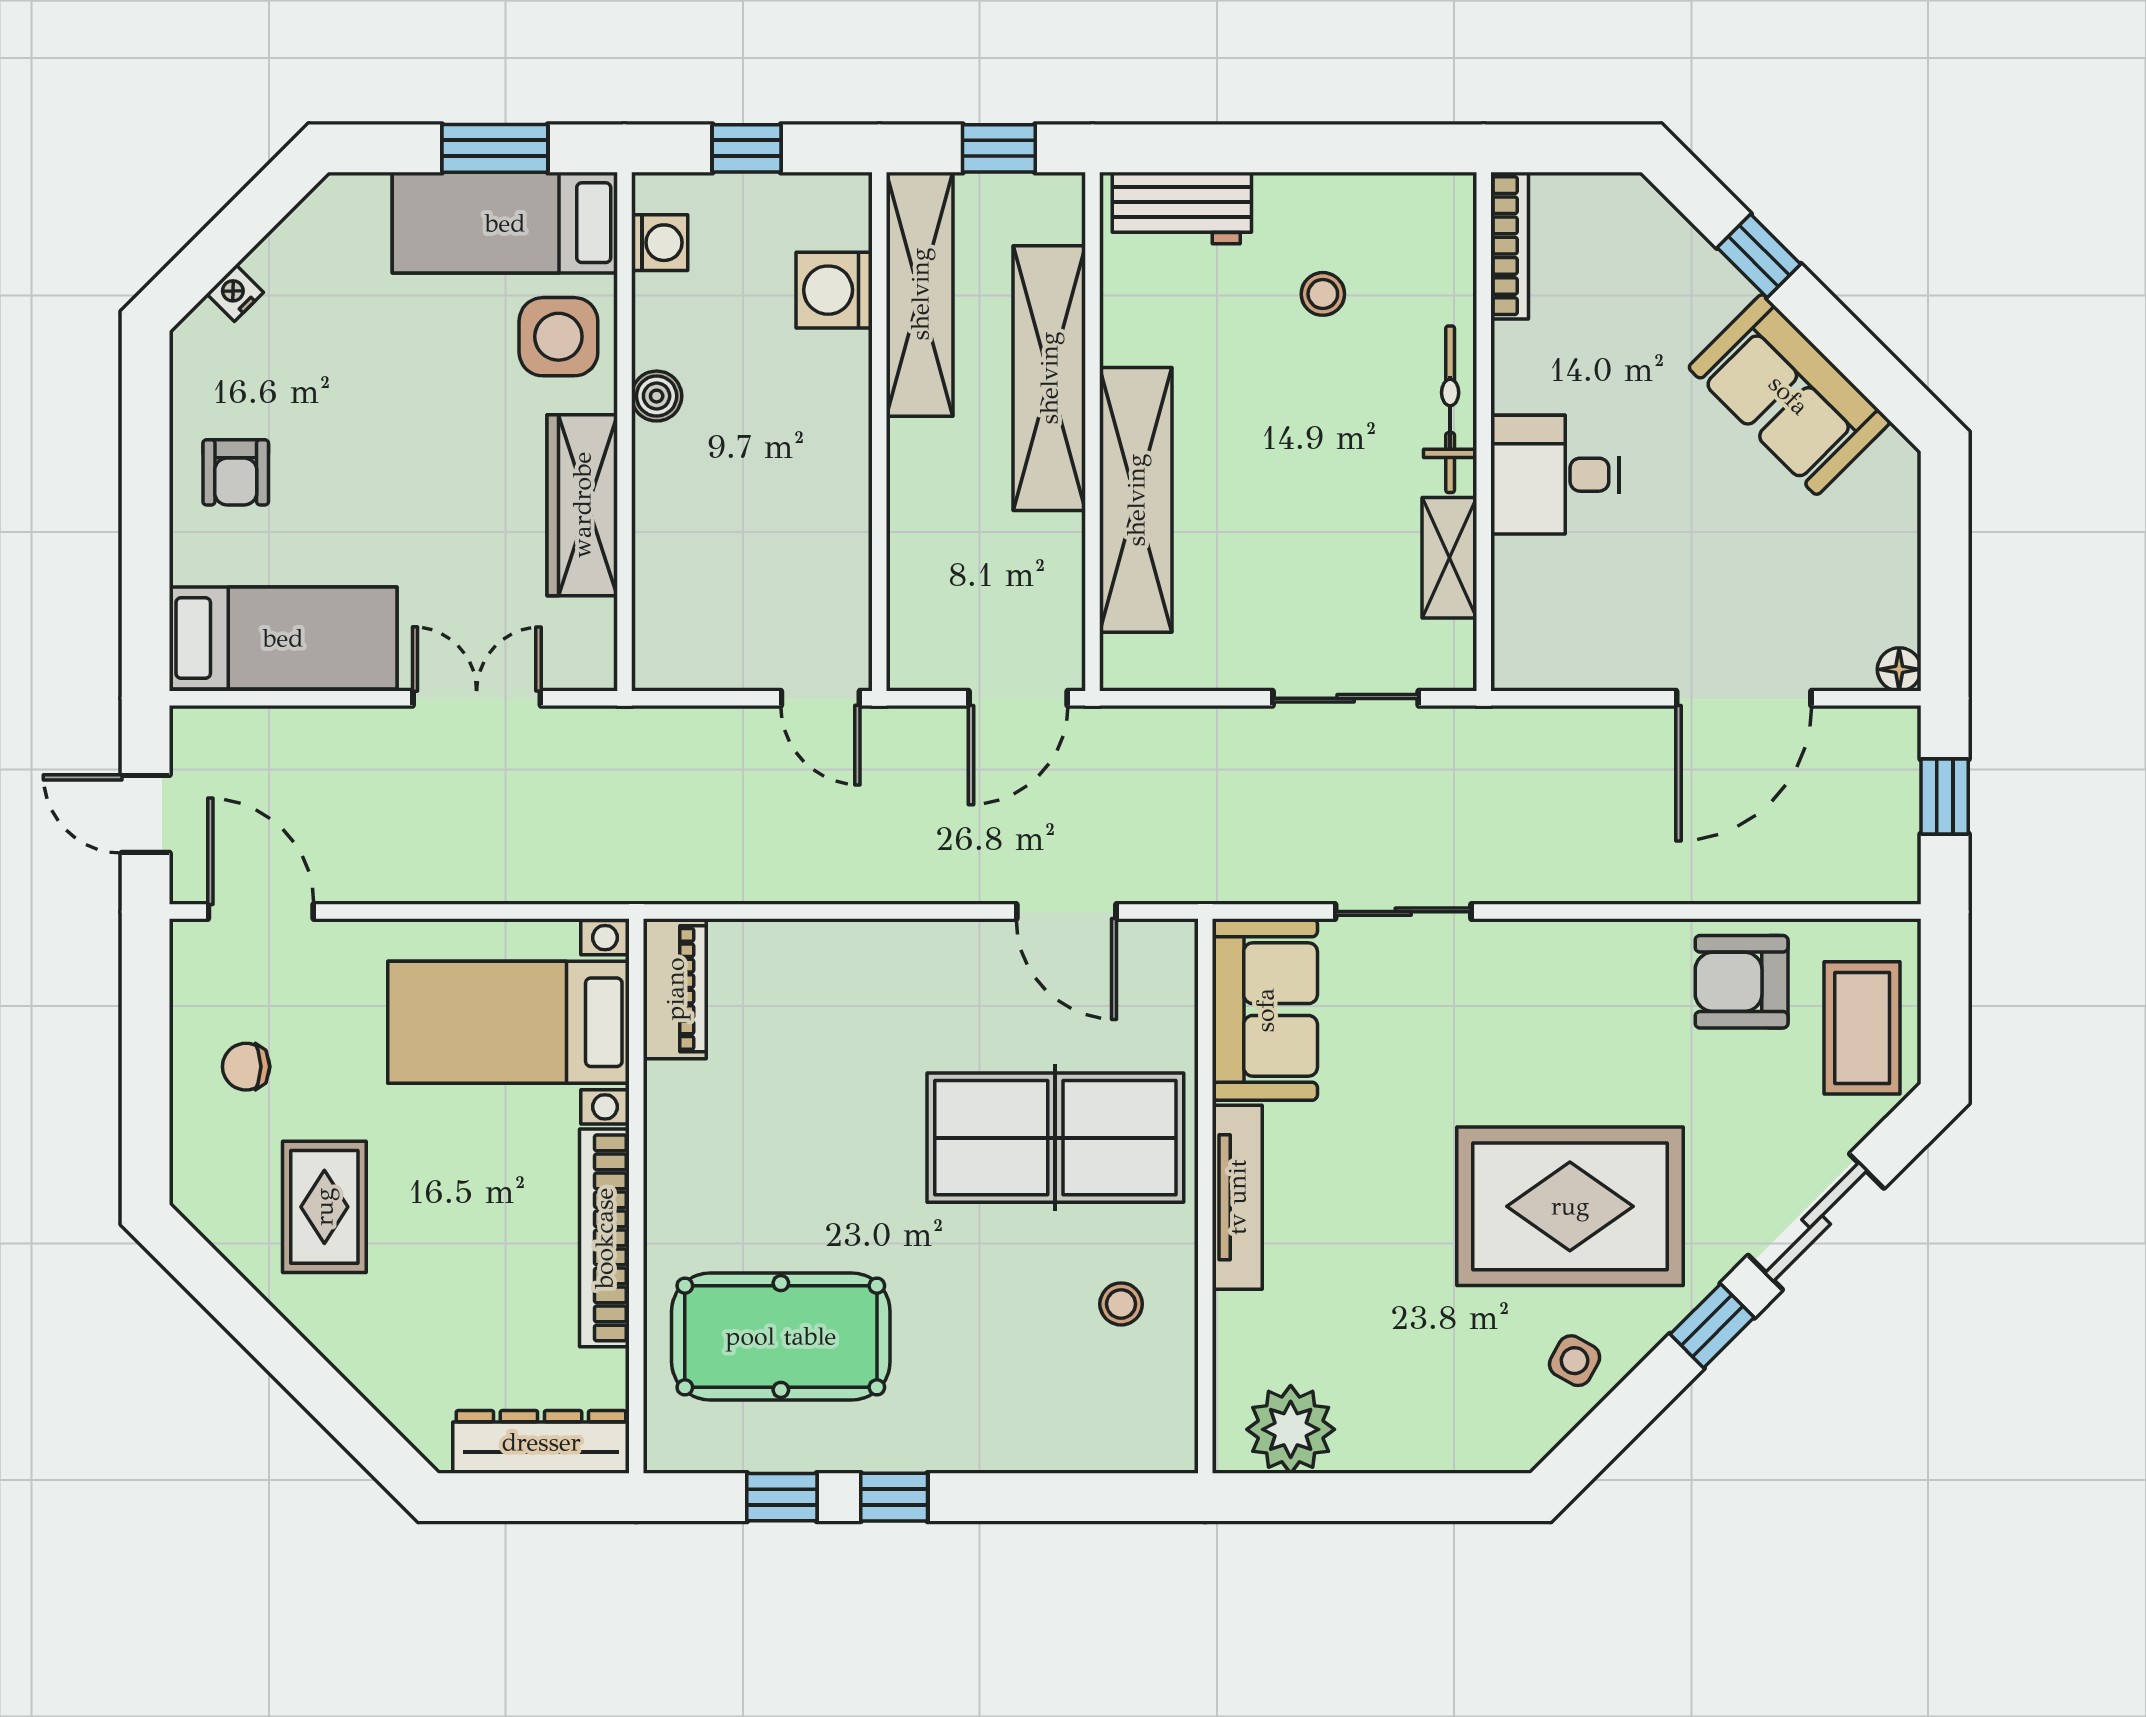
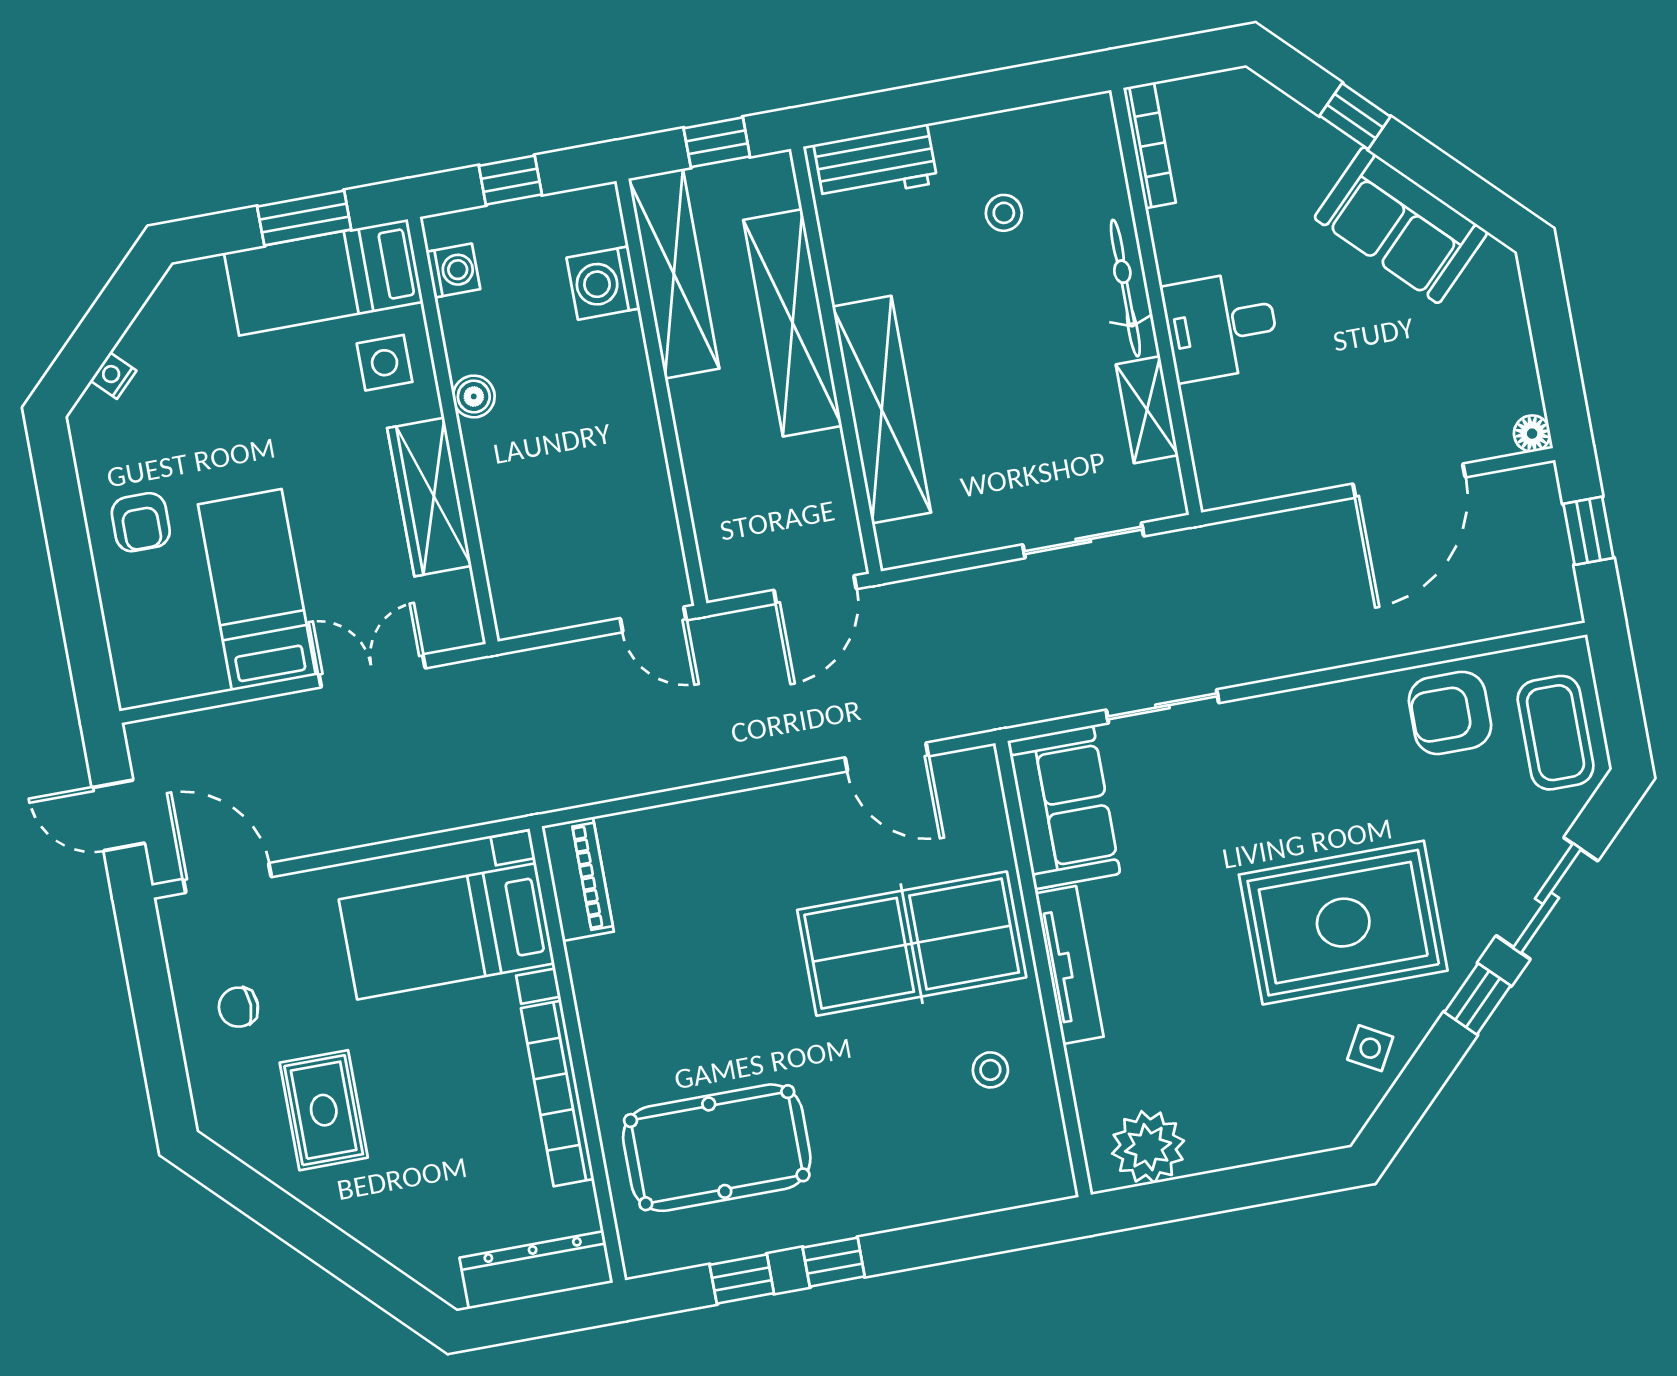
side table: (558, 337) -> (385, 363), width x0.73, depth x0.73
bed: (283, 638) -> (257, 590), moved, turned -90

